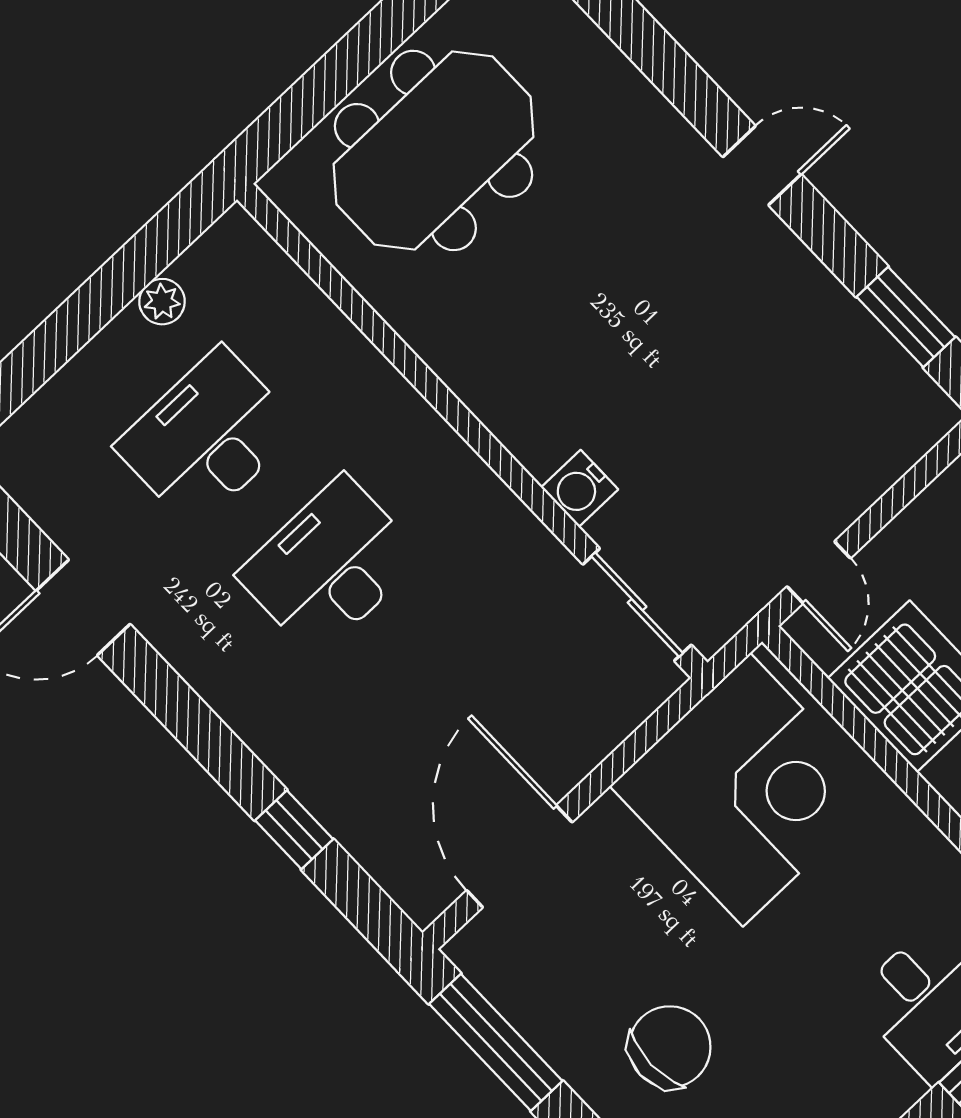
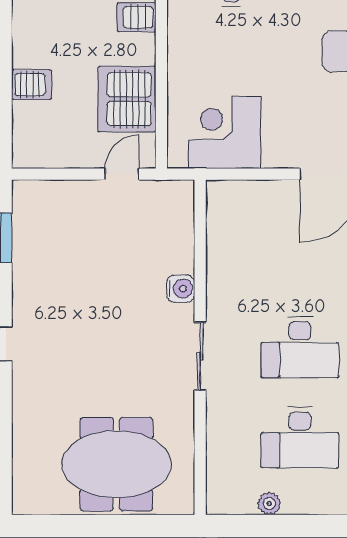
sliding door: (637, 605) -> (200, 356), moved
corner desk: (746, 790) -> (225, 132), width x0.74, depth x0.74

